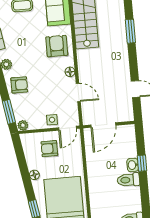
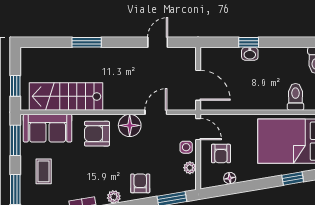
floor lamp: (70, 72) -> (130, 125), width x1.89, depth x1.89
plant: (23, 125) -> (190, 168), moved
floor lamp: (34, 175) -> (230, 178), moved
toilet: (128, 180) -> (296, 97), moved, turned 180

